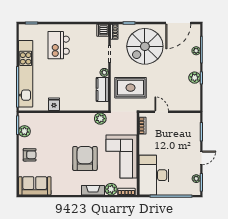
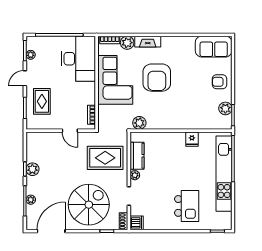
rug: (186, 137) -> (42, 101), added

